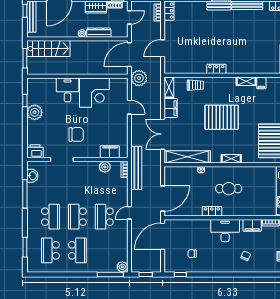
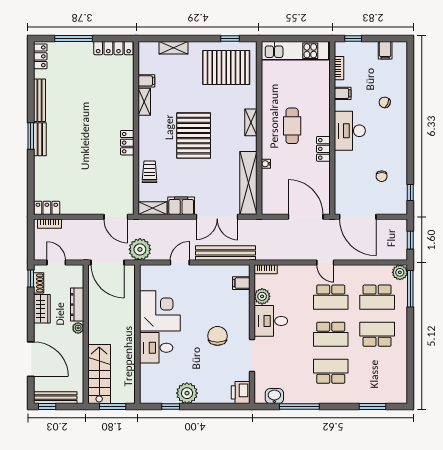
door: (163, 48) -> (116, 217), moved
filing cabinet: (110, 152) -> (241, 283), width x0.50
bench: (136, 168) -> (226, 253), moved
desk: (87, 173) -> (271, 321), added
filing cabinet: (252, 225) -> (343, 93), width x0.50
school desk: (50, 250) -> (377, 297), moved

